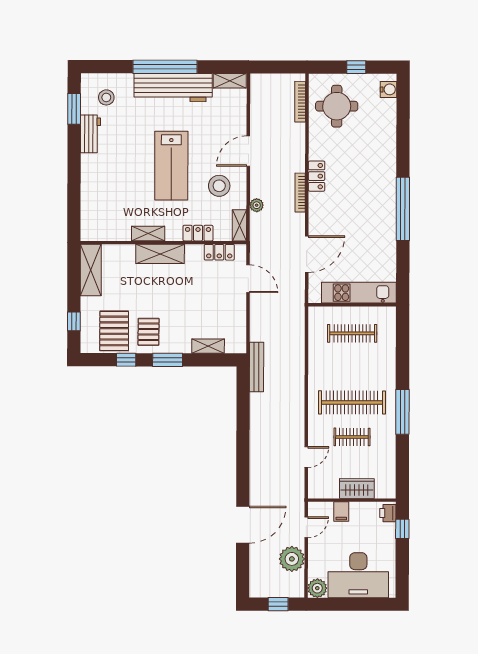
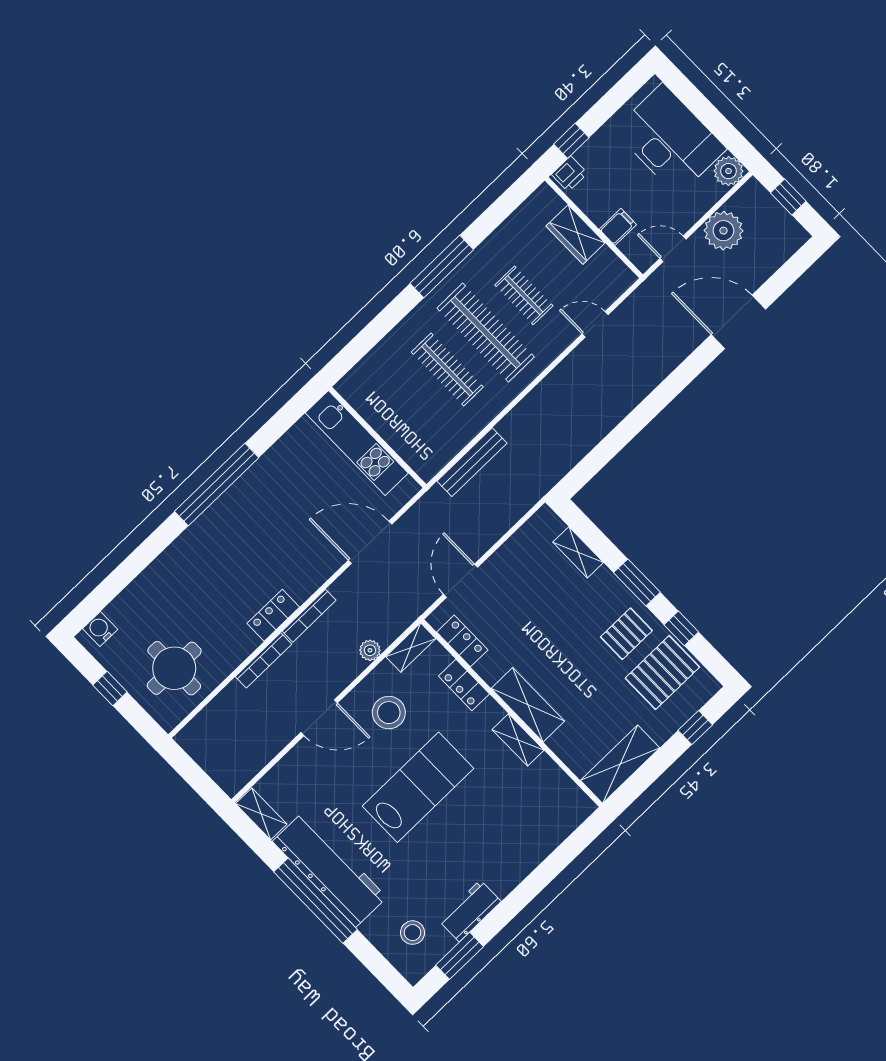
bookcase: (300, 102) -> (264, 660), moved
clothes rail: (352, 333) -> (447, 370), moved
bench: (257, 367) -> (472, 462), moved

